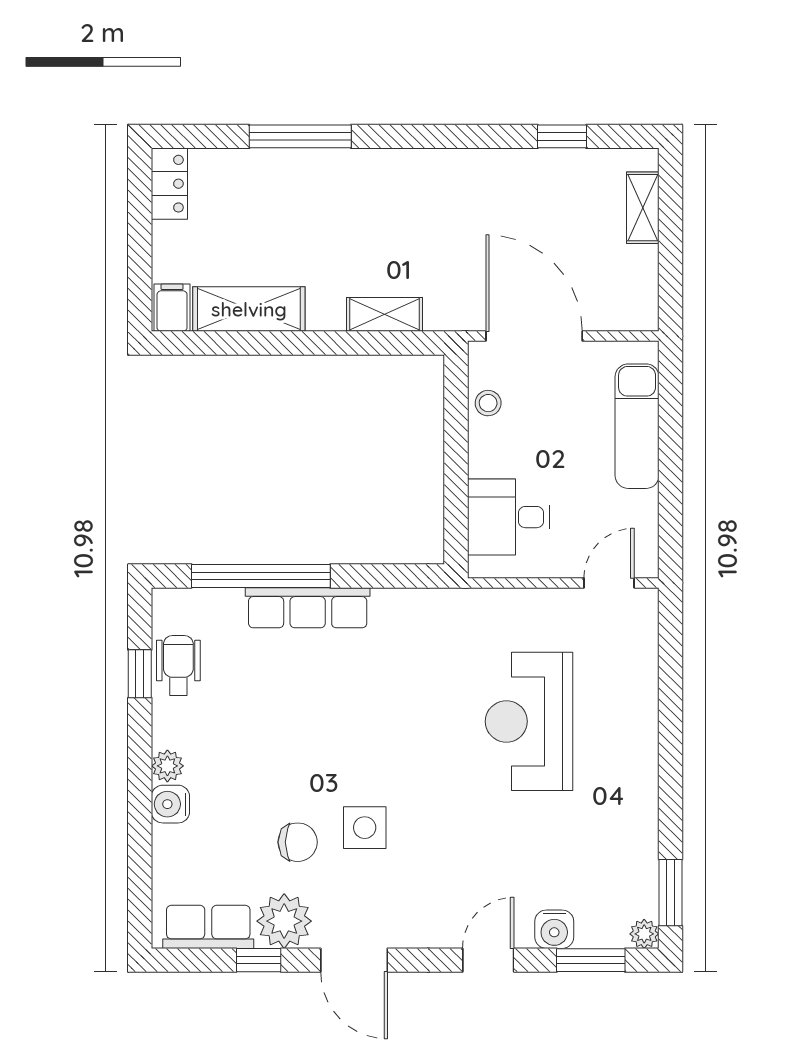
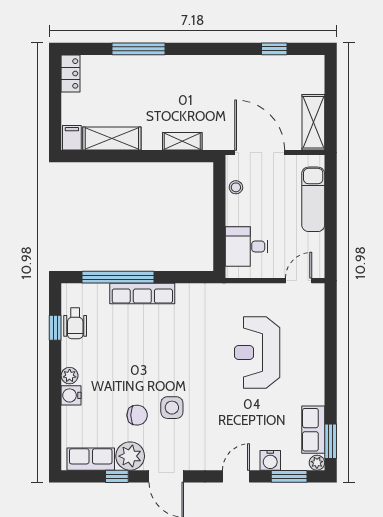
shelving: (643, 208) -> (313, 122), moved, width x1.50, depth x1.33
wheelchair: (178, 665) -> (75, 323), turned 180
row of seats: (637, 870) -> (313, 430), added

